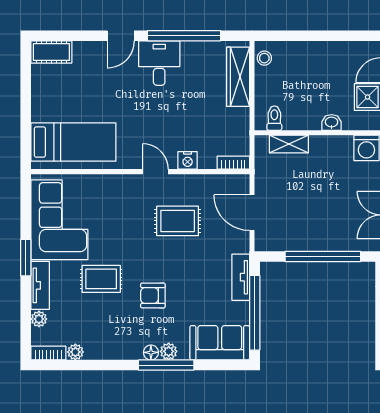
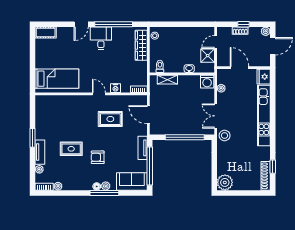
corner sofa: (59, 220) -> (50, 118), removed

